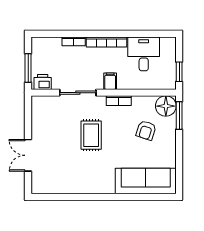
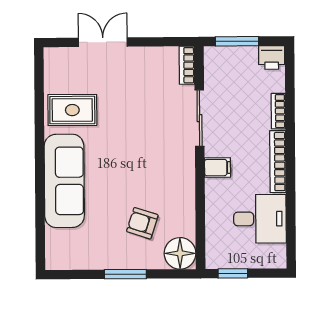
printer: (43, 82) -> (272, 57), moved, turned 90
bookcase: (119, 101) -> (187, 65), moved
window: (179, 115) -> (125, 274), moved
rug: (91, 135) -> (72, 110), moved
sofa: (146, 181) -> (64, 181), moved

